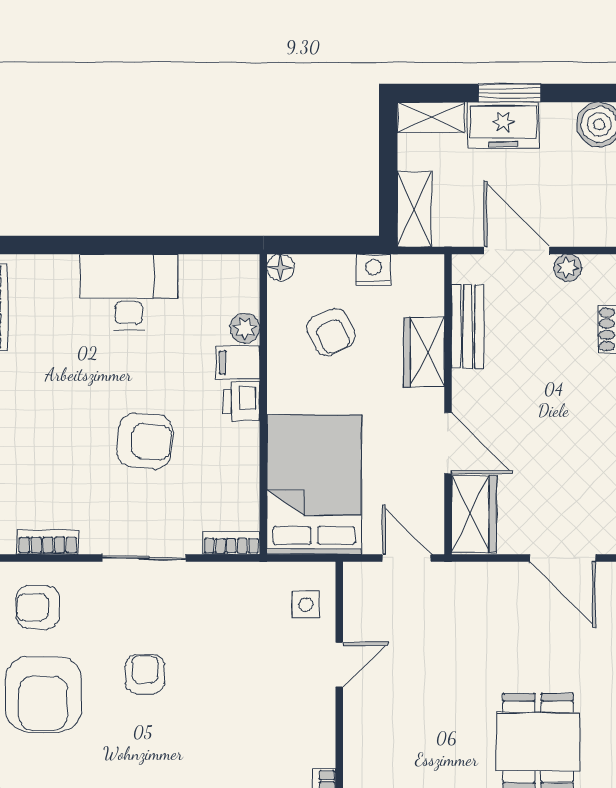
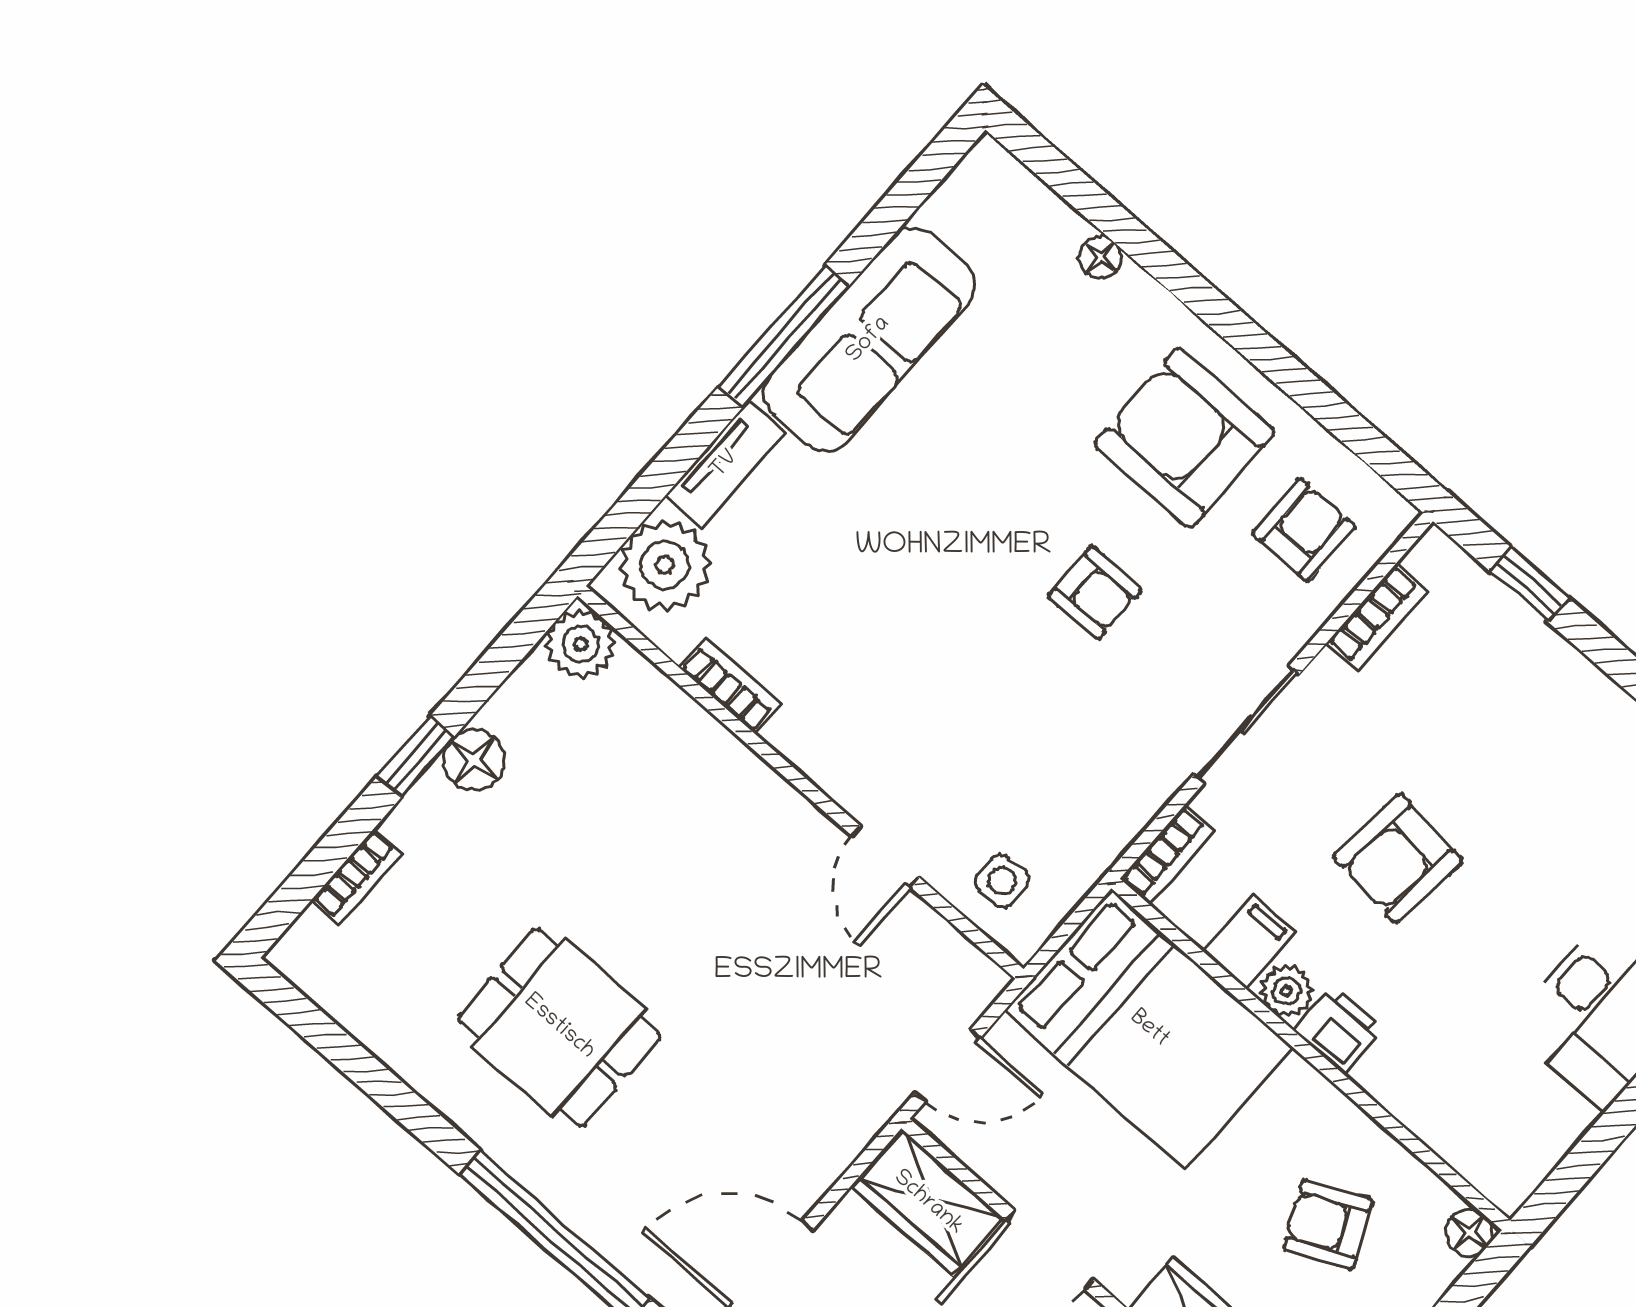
plant: (245, 328) -> (1287, 991), moved
filing cabinet: (238, 363) -> (1249, 942), moved

